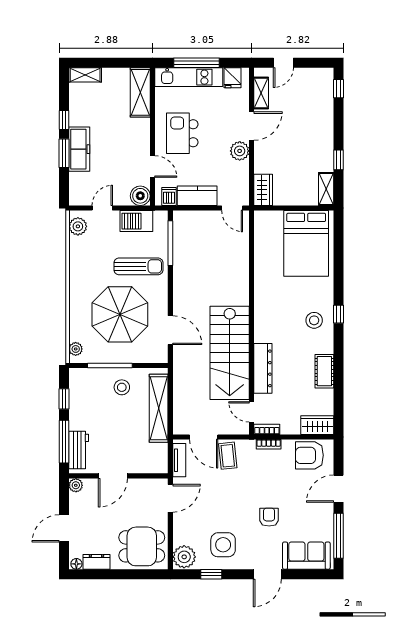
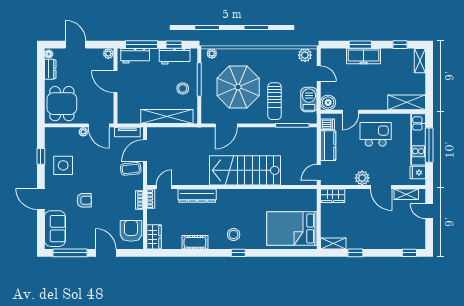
window: (64, 120) -> (400, 45), moved
stairs: (230, 353) -> (245, 170), moved
workbench: (79, 398) -> (175, 56), added
plant: (184, 557) -> (83, 132), moved, width x0.53, depth x0.53

